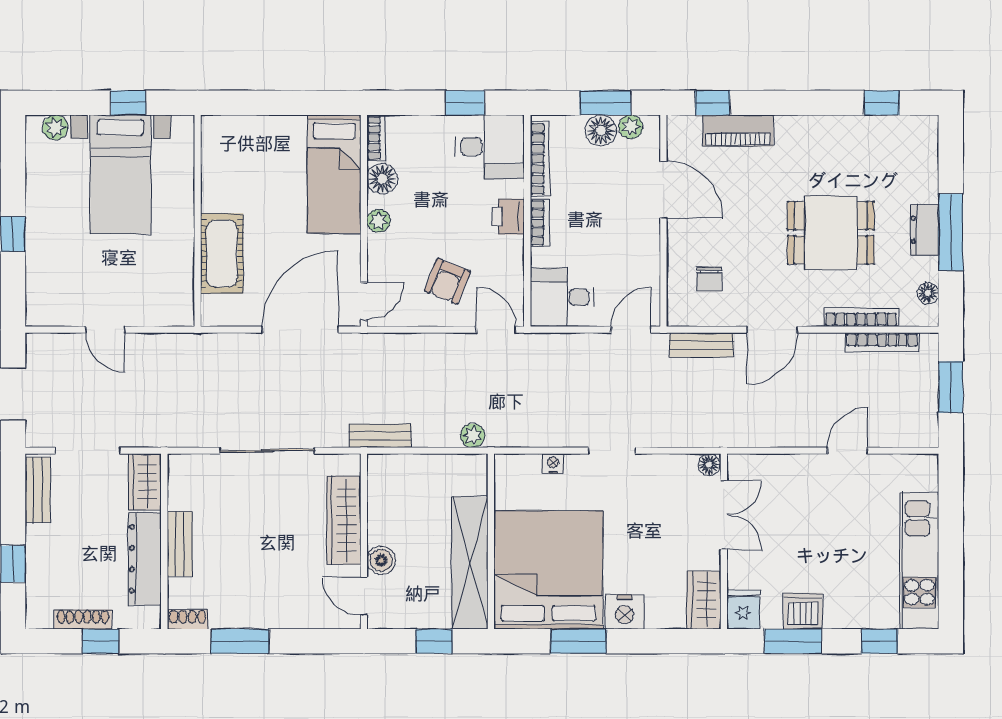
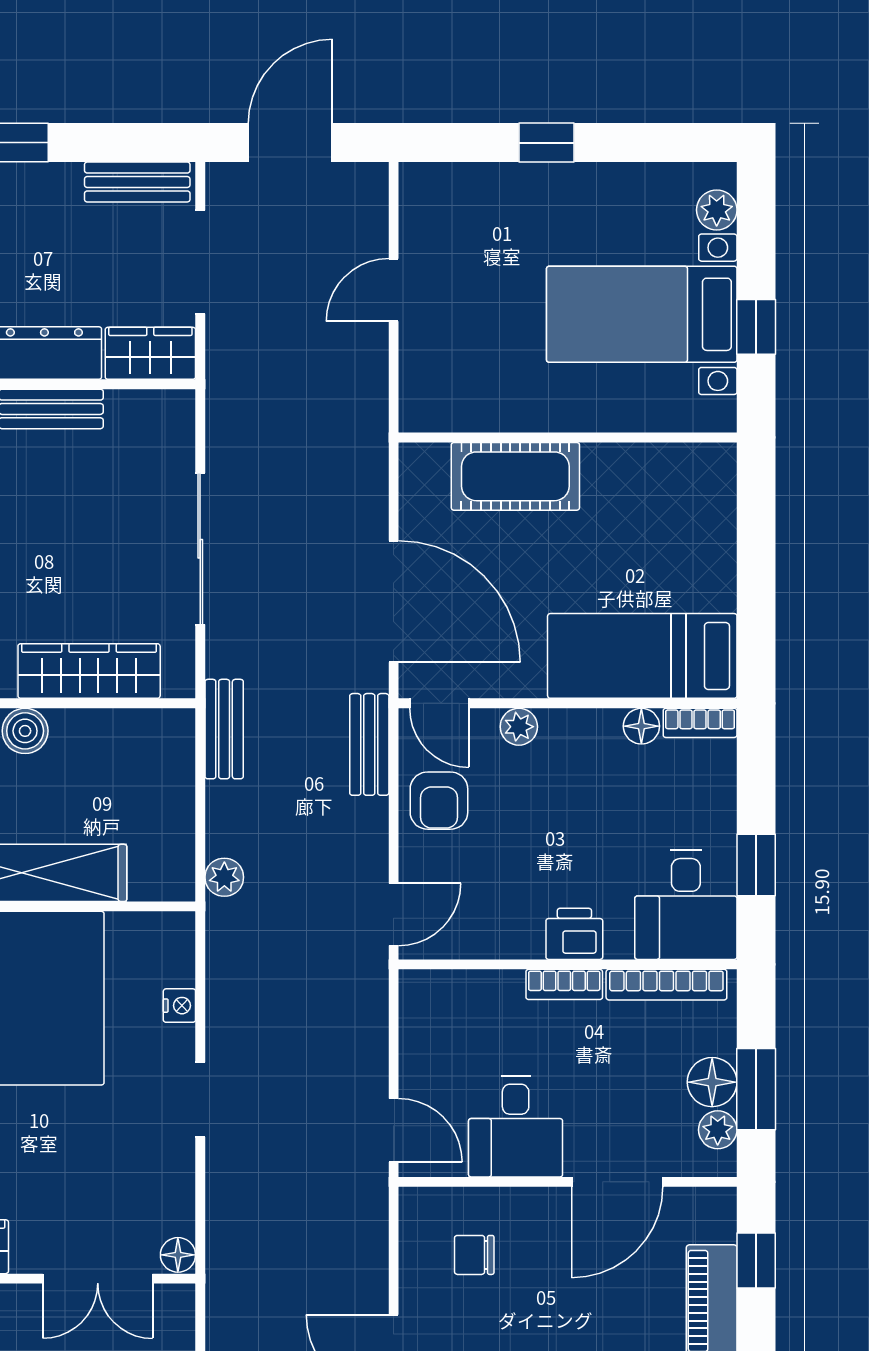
floor lamp: (382, 179) -> (641, 726), width x0.73, depth x0.73
plant: (379, 221) -> (519, 727), moved
armchair: (447, 281) -> (439, 801), moved, turned -112
desk: (562, 297) -> (516, 1127), moved, turned 180
bench: (701, 345) -> (369, 744), moved

